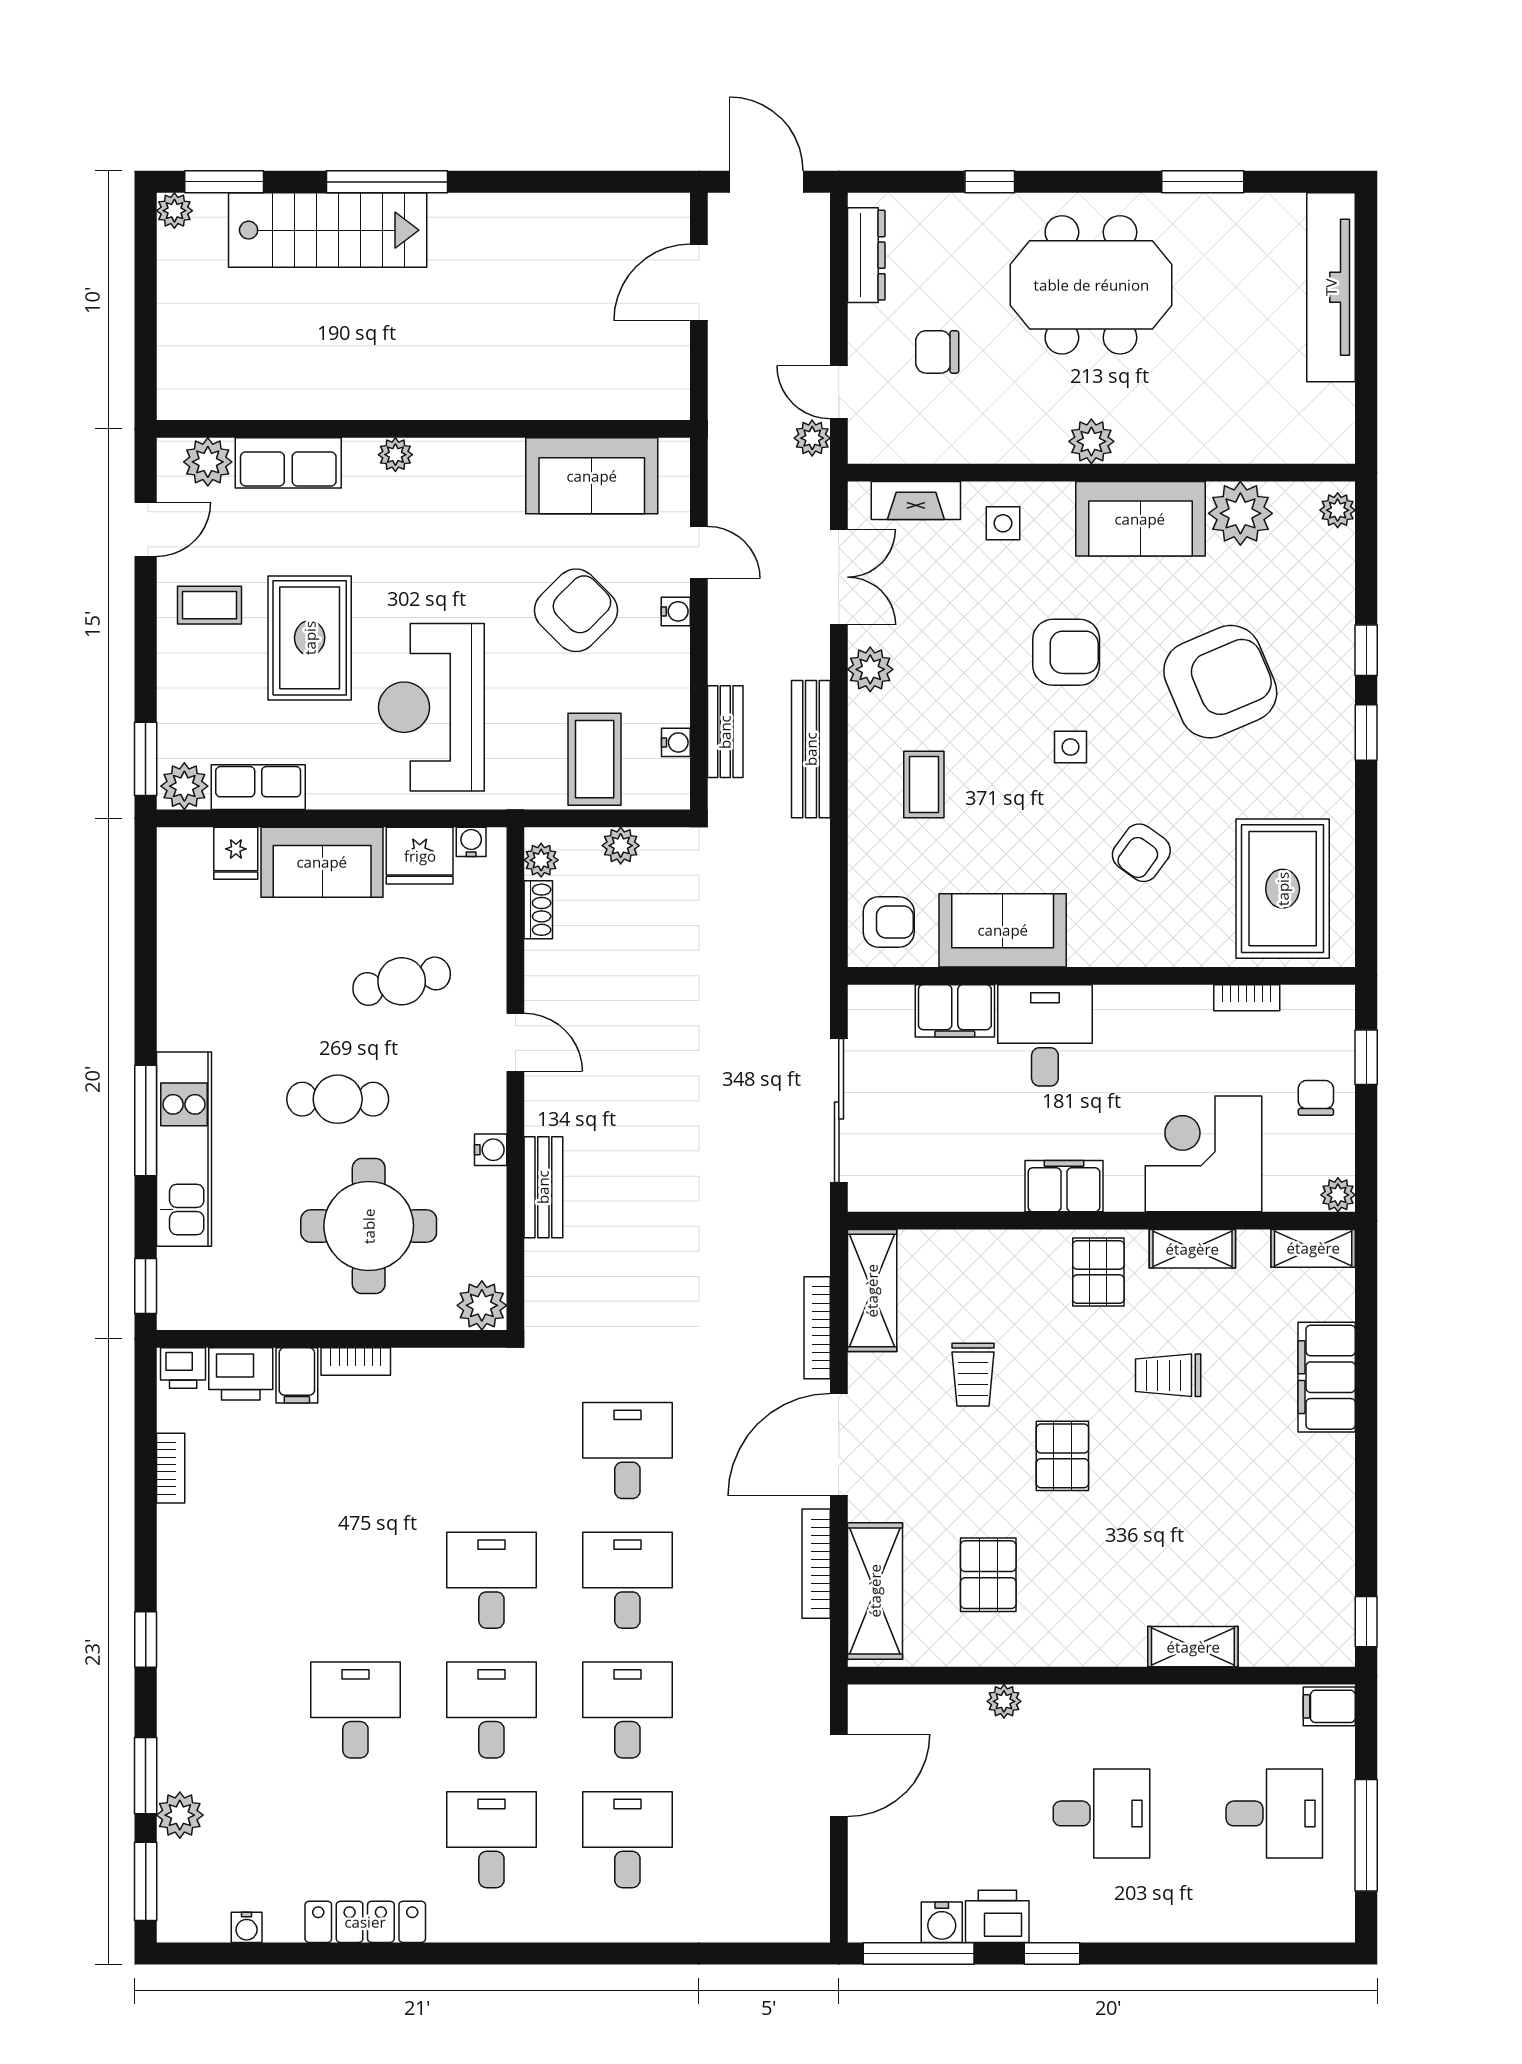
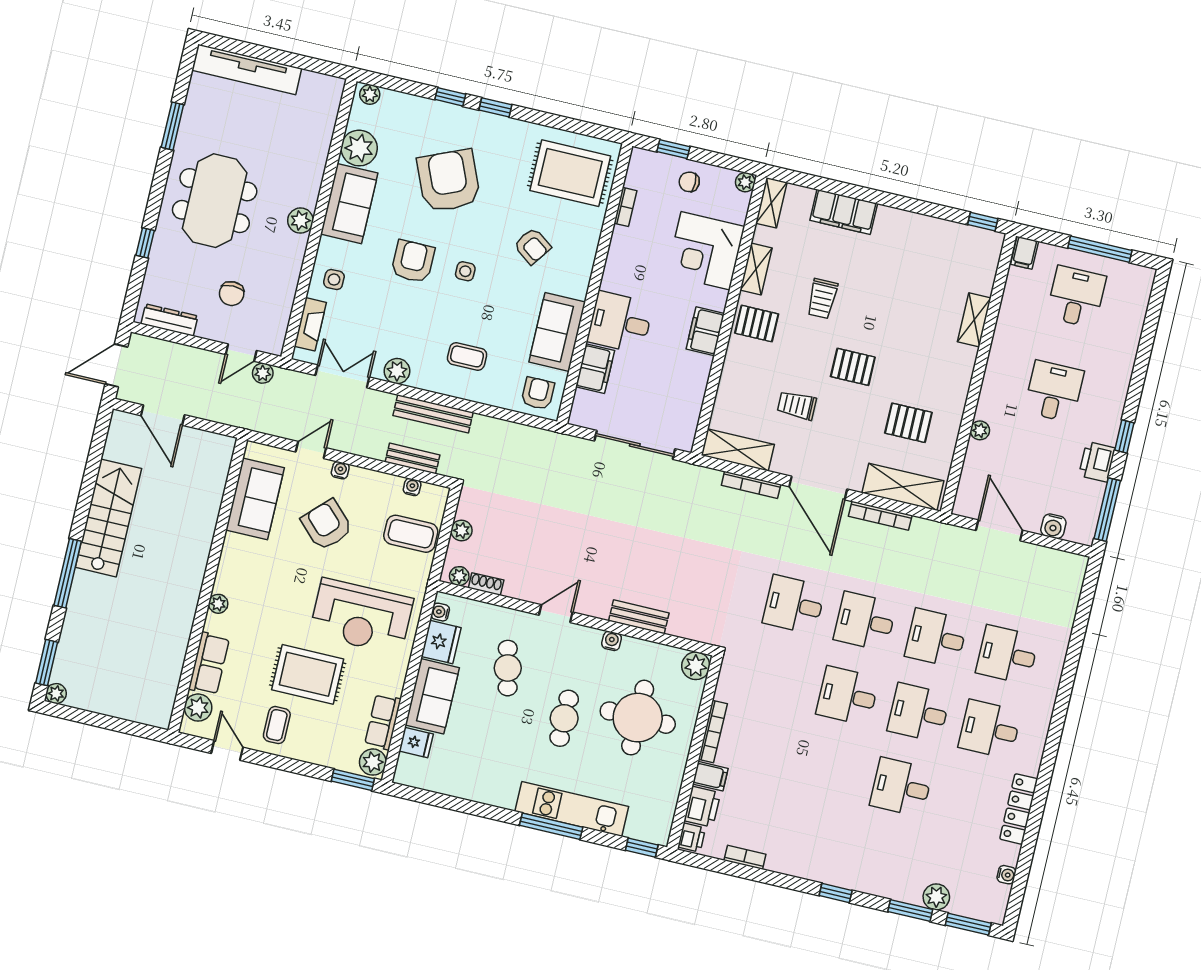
stairs: (328, 230) -> (108, 518), moved
bookcase: (356, 1361) -> (713, 731), width x1.56
trolley: (973, 1375) -> (797, 405), turned 180
water cooler: (942, 1922) -> (1053, 526), moved, turned 90

